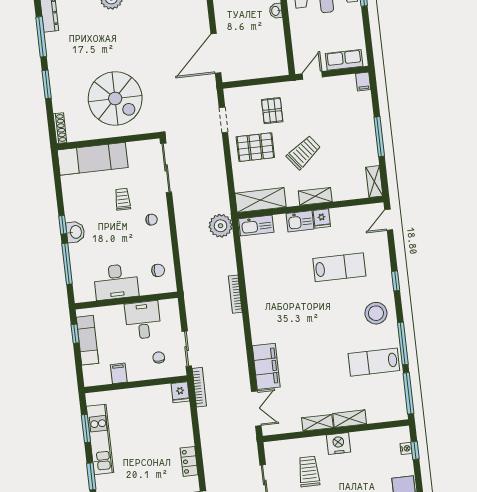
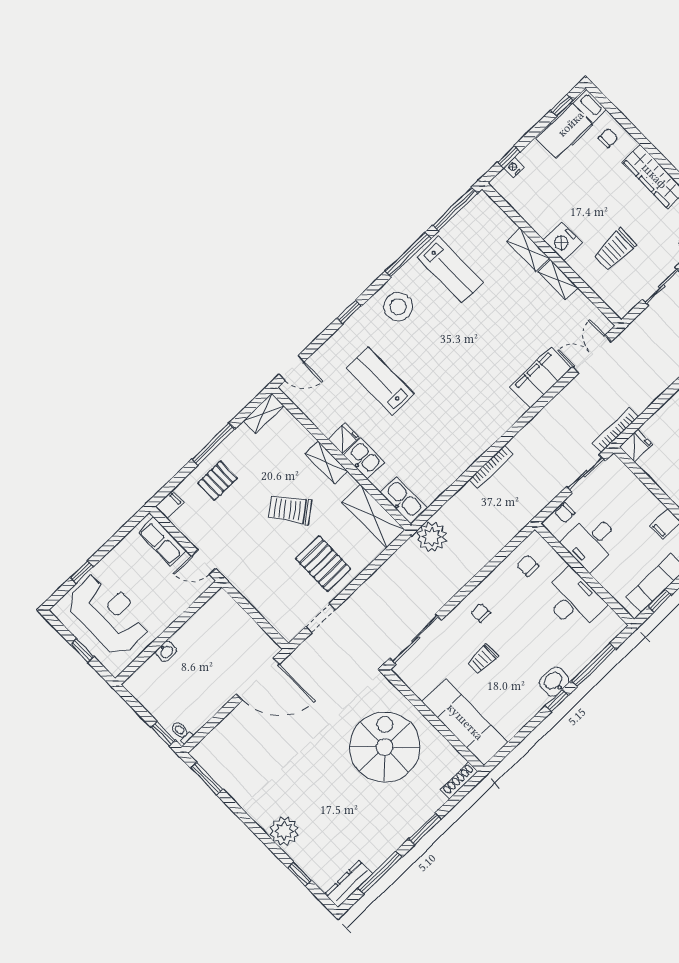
pallet: (272, 111) -> (218, 481), moved
chair: (159, 357) -> (565, 513), moved

